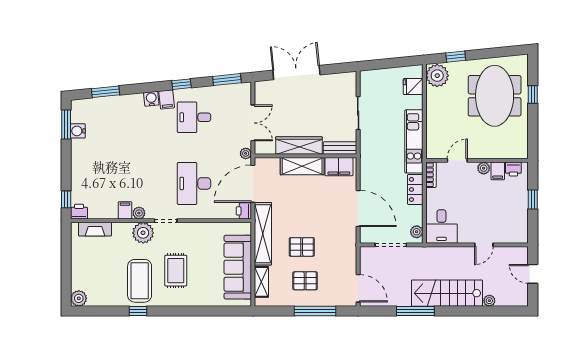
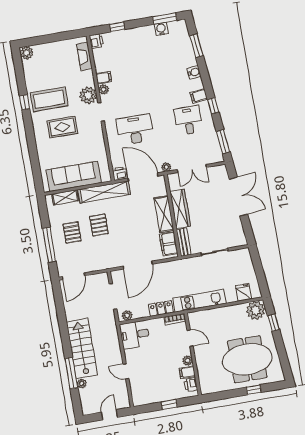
water cooler: (151, 99) -> (194, 72), moved
window: (66, 199) -> (117, 27), moved
window: (415, 311) -> (71, 373), moved

